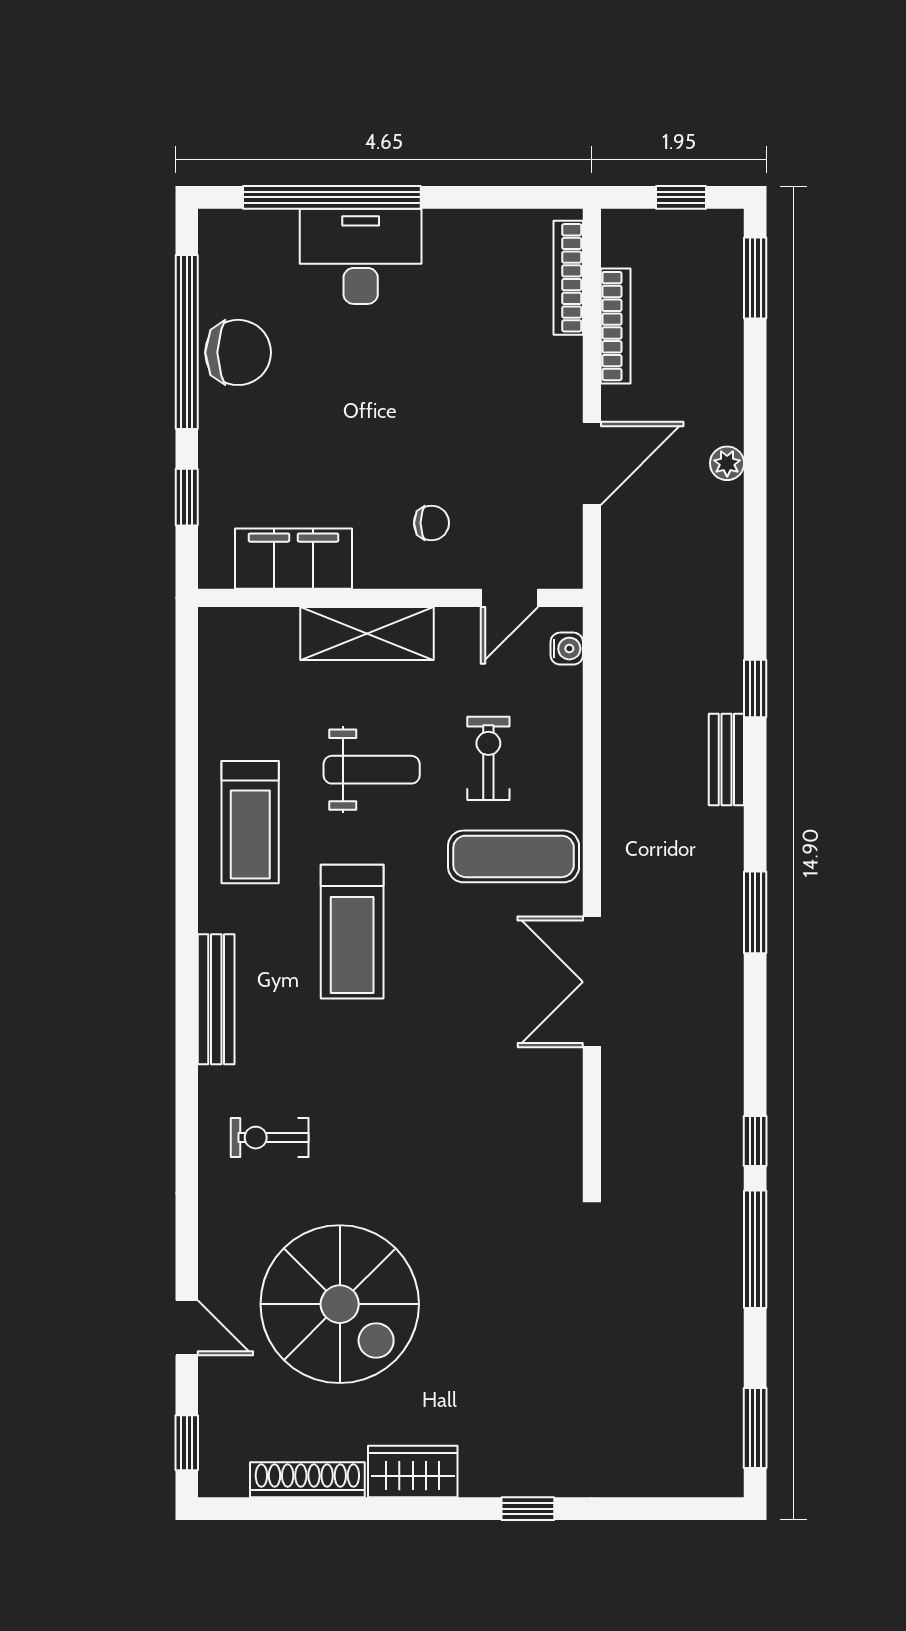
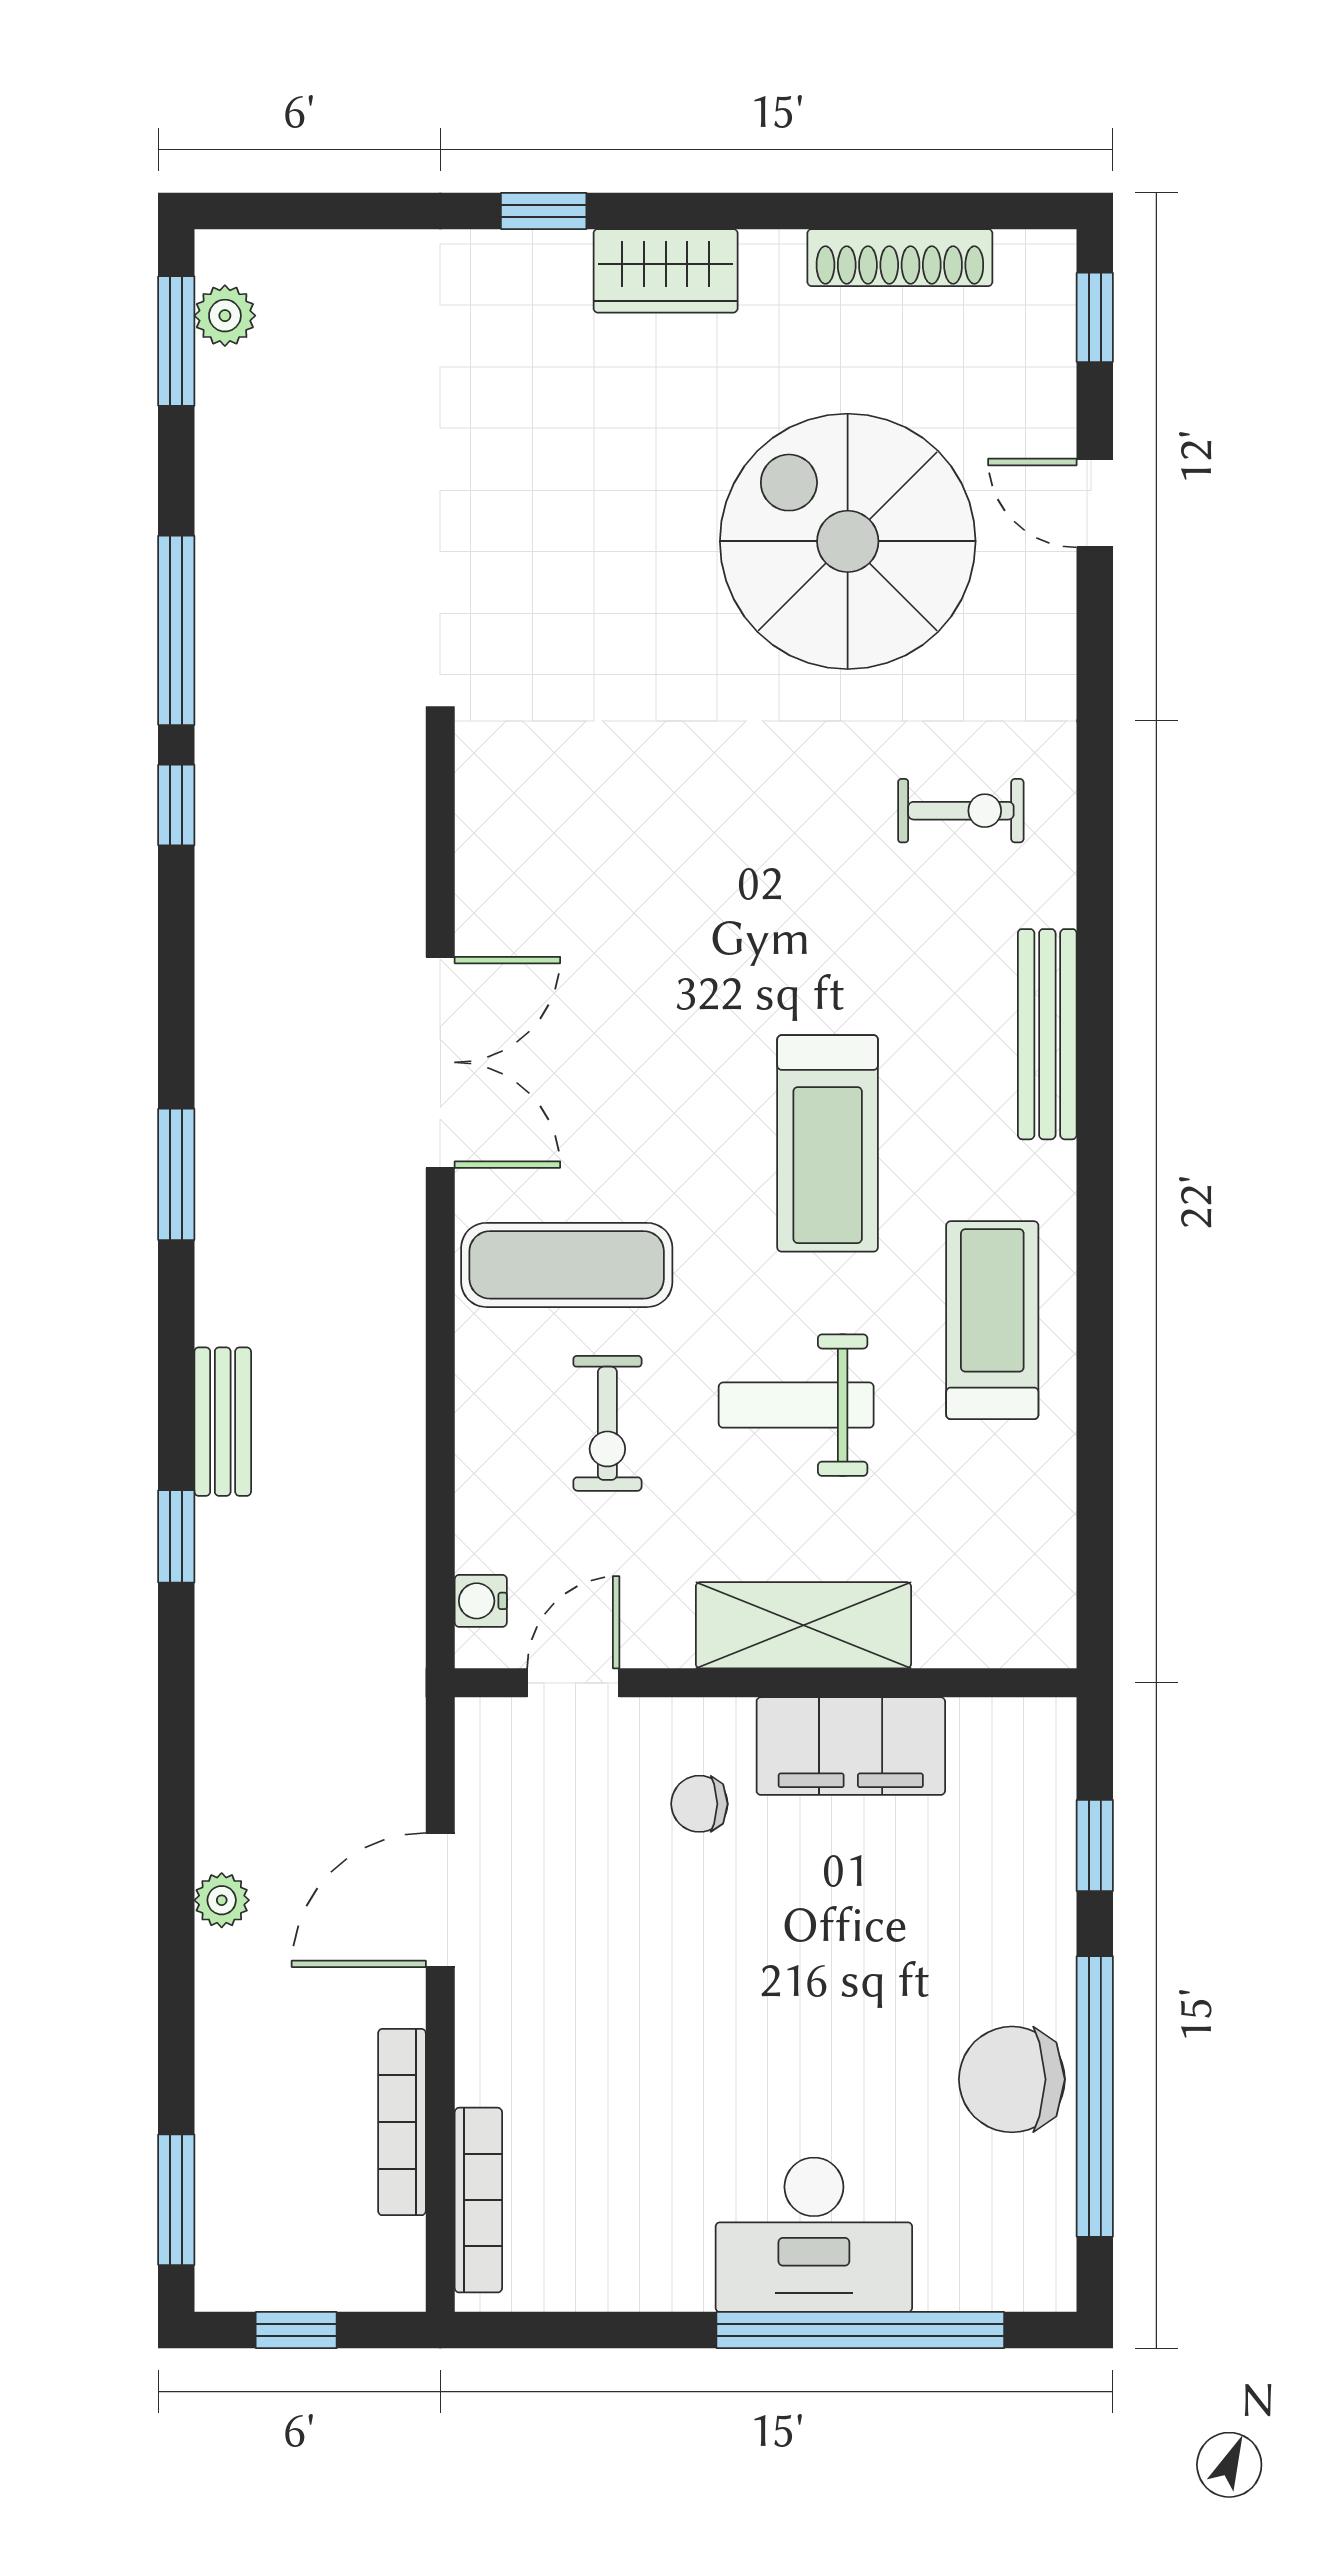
filing cabinet: (294, 559) -> (851, 1746), moved
treadmill: (352, 932) -> (828, 1143), turned 180
plant: (725, 1444) -> (225, 316), added
wardrobe: (413, 1472) -> (666, 271), moved

